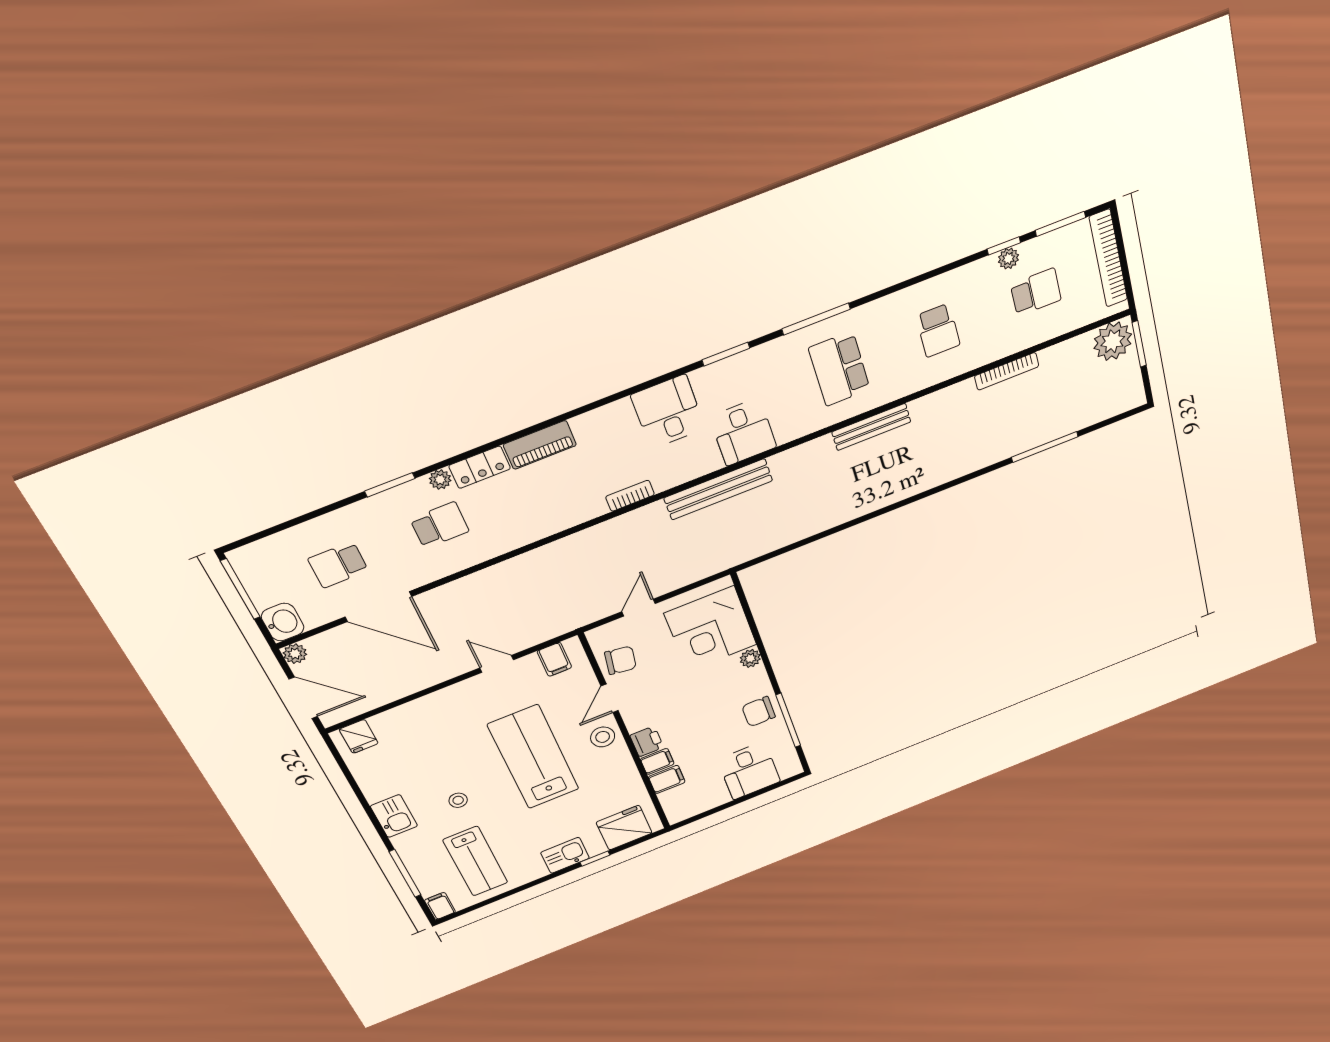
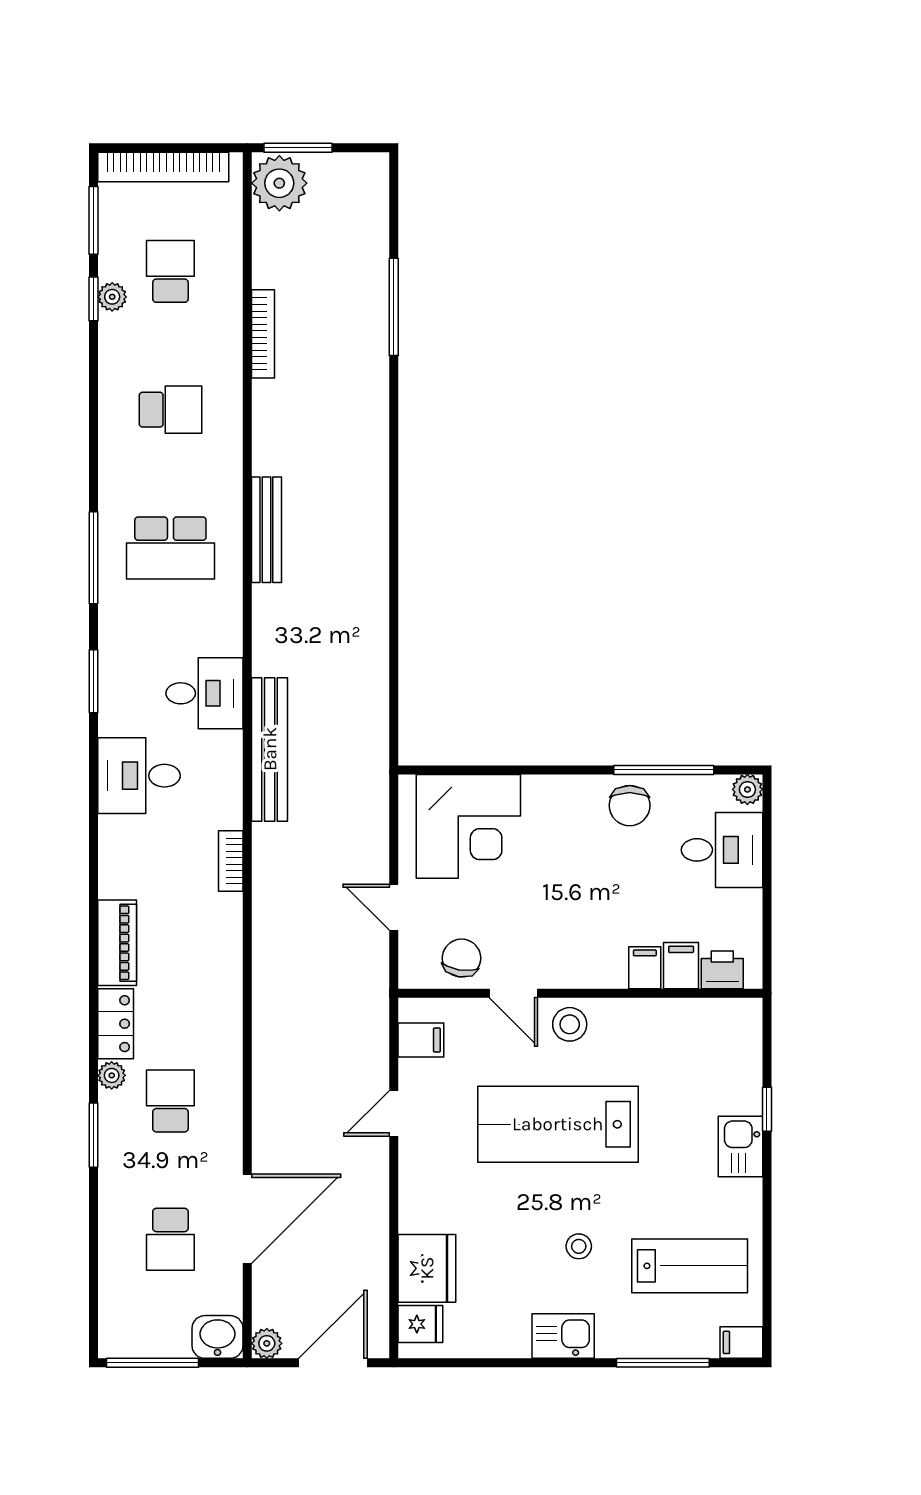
plant: (750, 658) -> (747, 789), moved
printer: (647, 741) -> (722, 970), moved
fridge: (624, 828) -> (427, 1268), moved, turned 180

